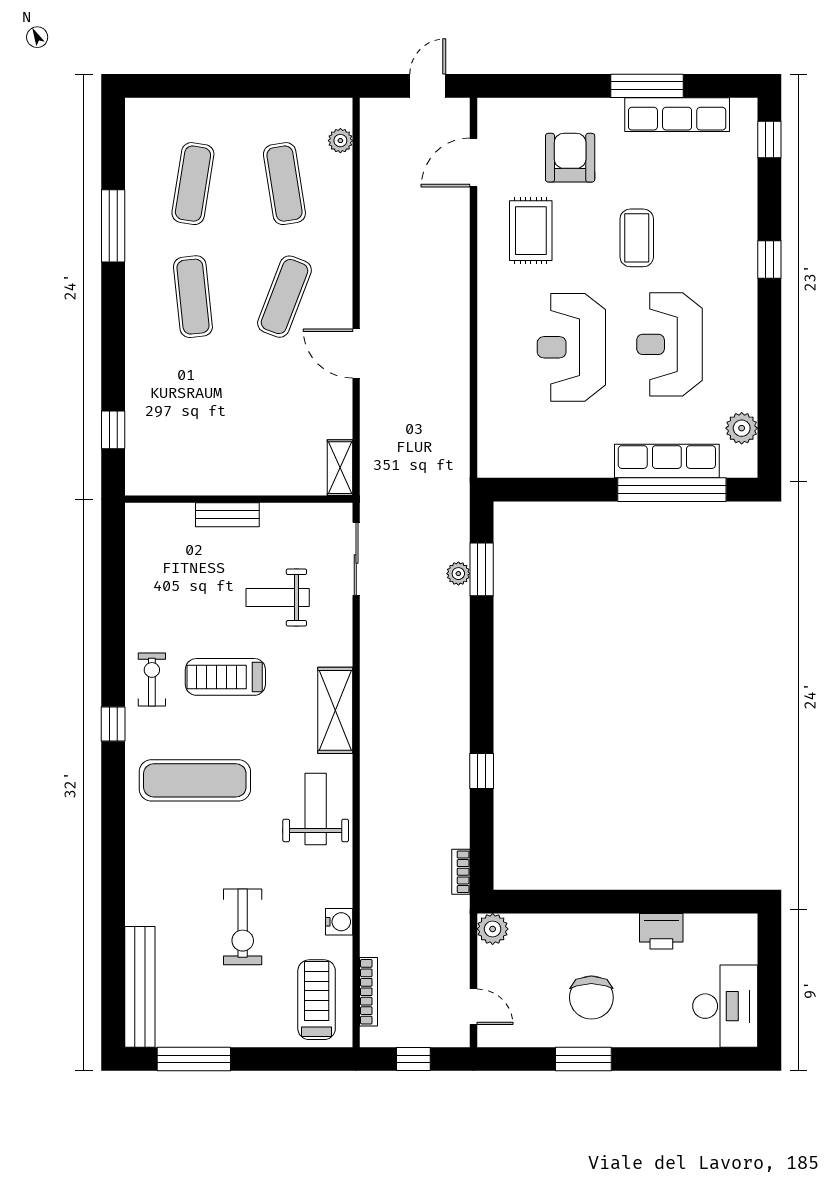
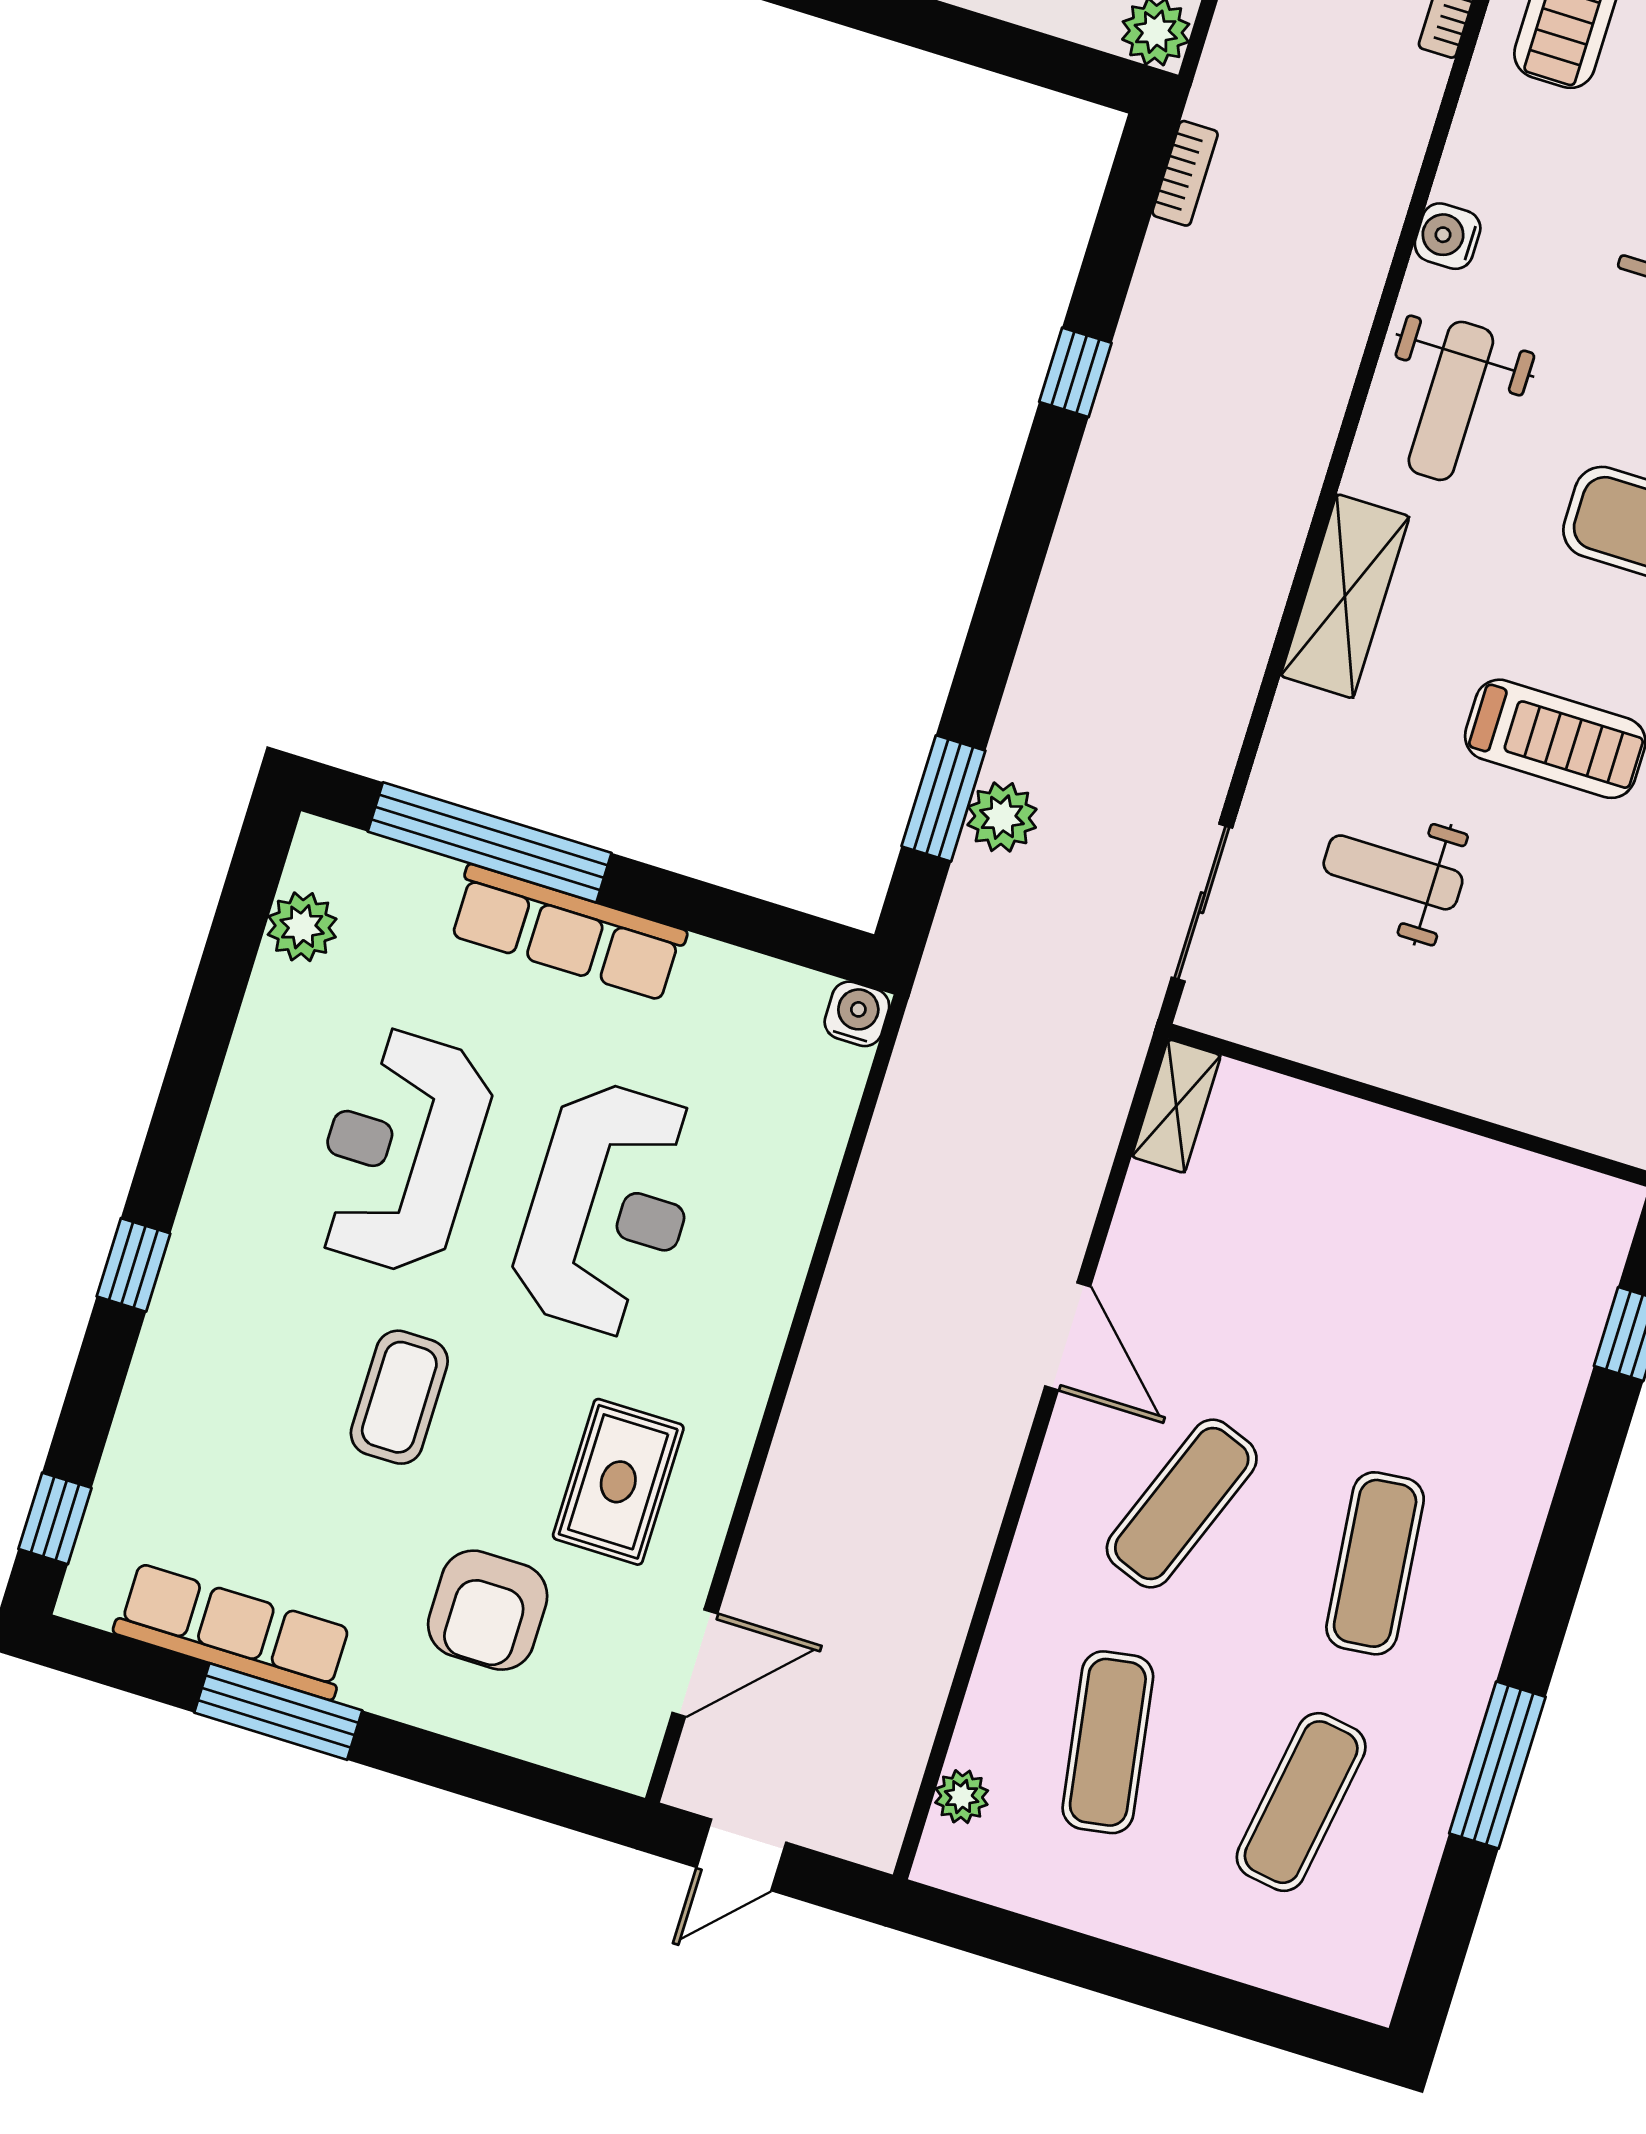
reception desk: (669, 344) -> (400, 1151), turned 180
row of seats: (667, 461) -> (567, 933), moved
water cooler: (490, 465) -> (857, 1014), added
bench: (227, 515) -> (1445, 1080), removed
plant: (458, 574) -> (1002, 817), width x1.38, depth x1.38
weight bench: (278, 598) -> (1393, 872), turned 180
water cooler: (339, 922) -> (1448, 236), moved

